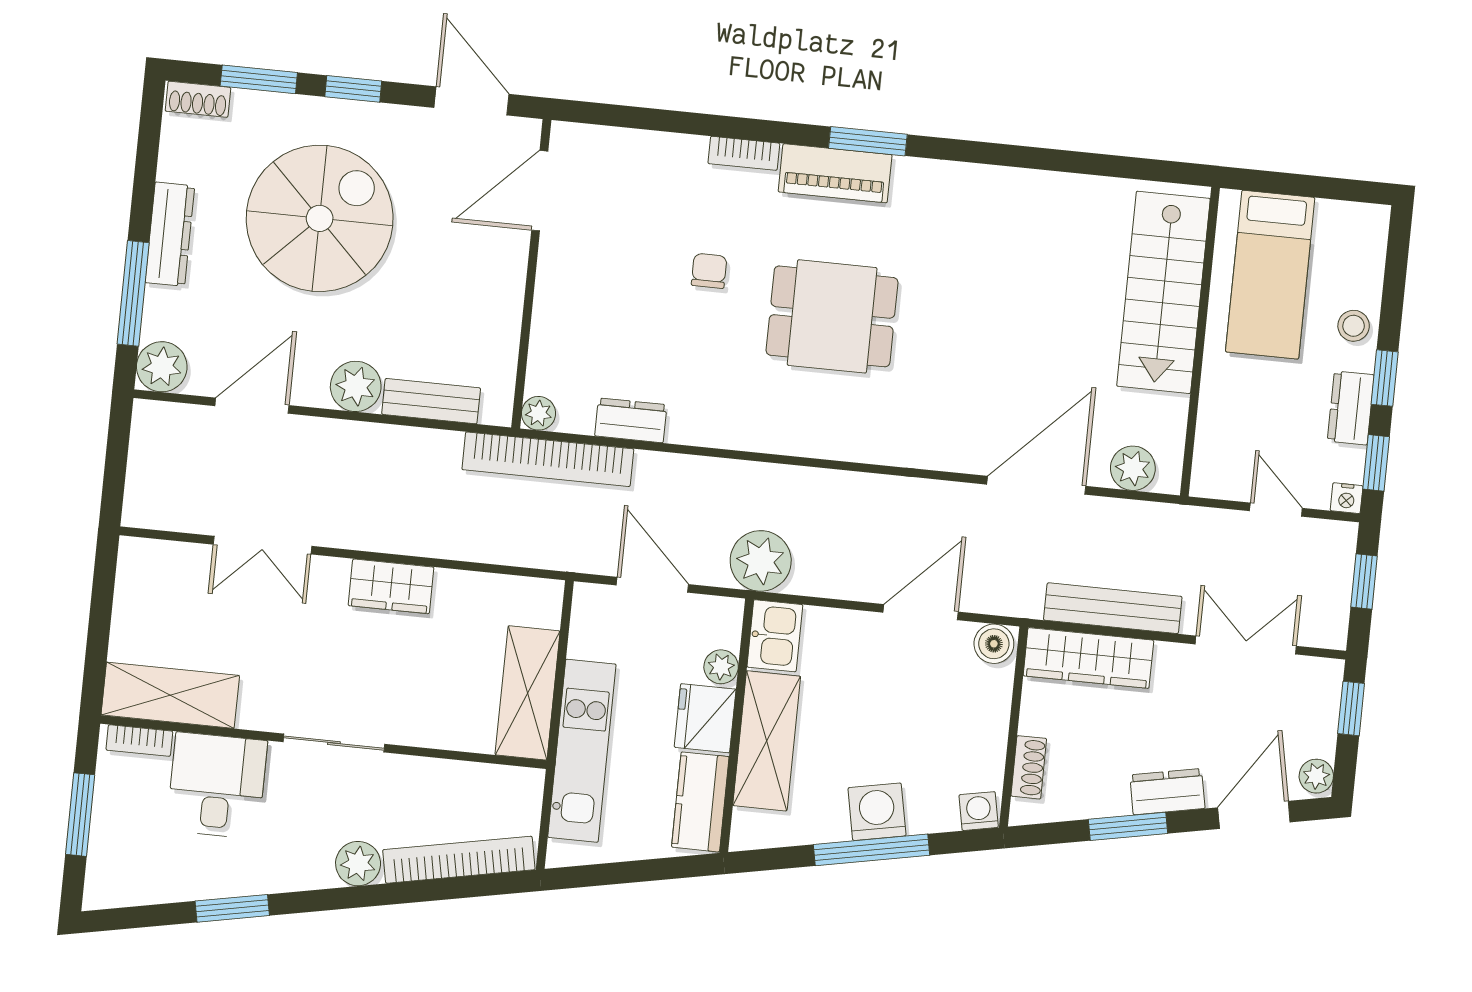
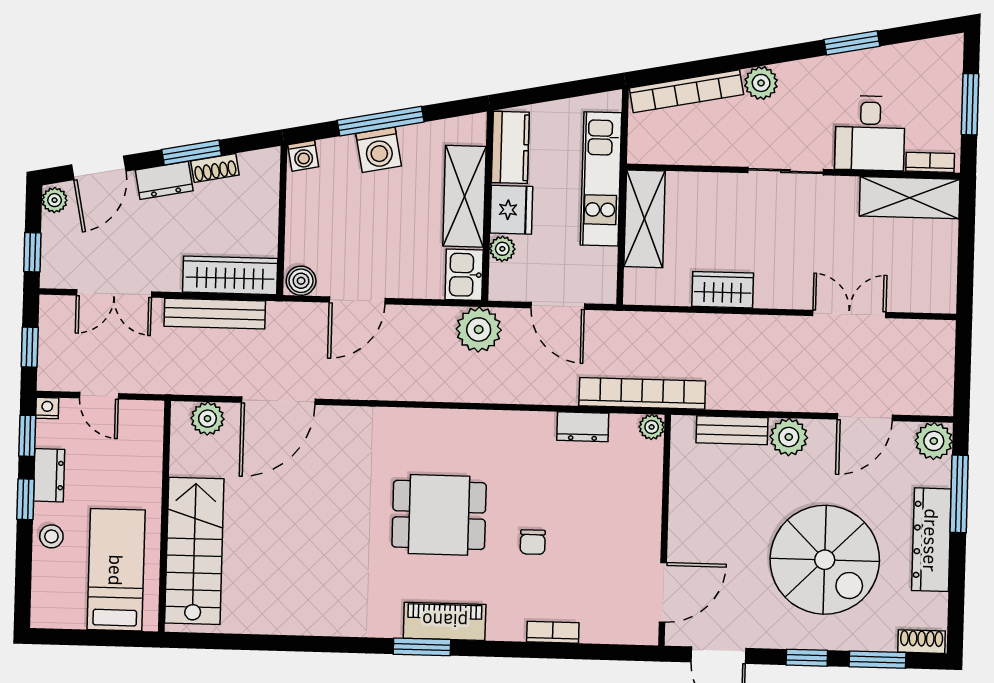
bookcase: (744, 153) -> (553, 632), moved
spiral stairs: (320, 218) -> (825, 560), turned -90
dresser: (170, 234) -> (931, 540), width x1.37, depth x1.24
wardrobe: (391, 586) -> (723, 290), moved
shoe rack: (1029, 767) -> (215, 168), moved, turned -101

